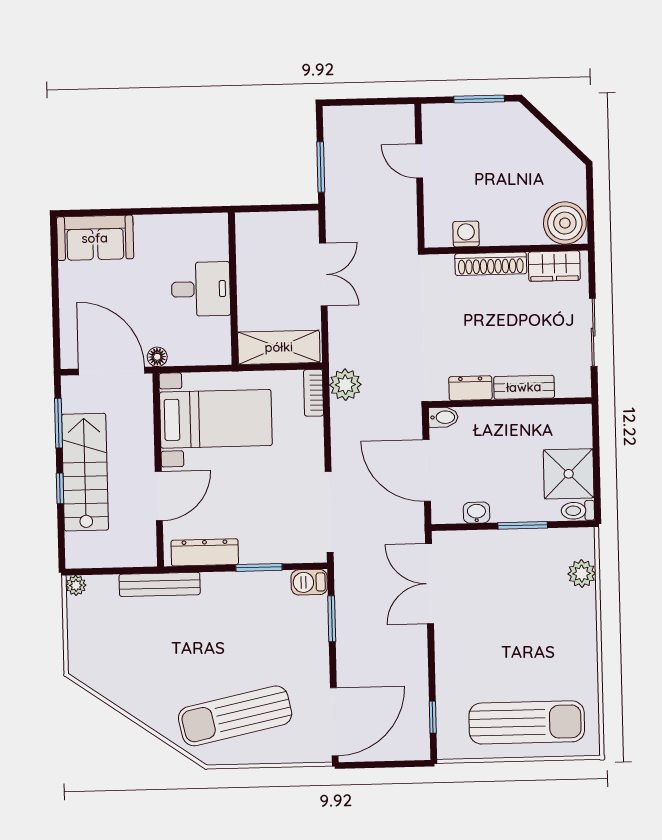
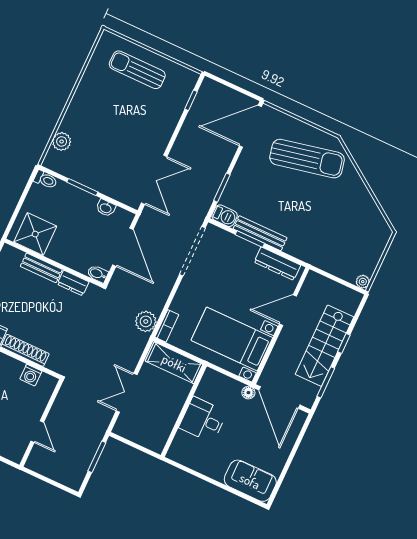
shower: (569, 474) -> (35, 234), moved
bench: (160, 584) -> (260, 233), moved
sun lounger: (527, 722) -> (137, 70), width x0.73, depth x0.75

